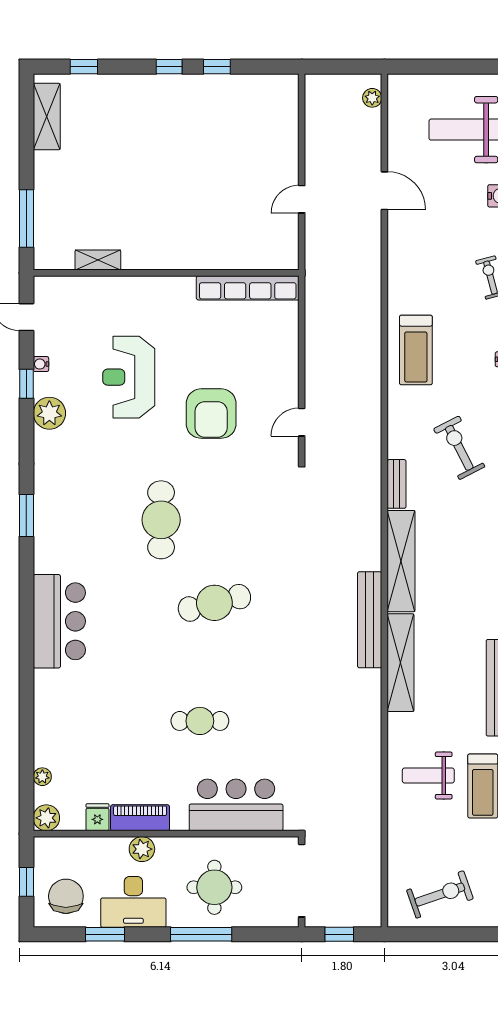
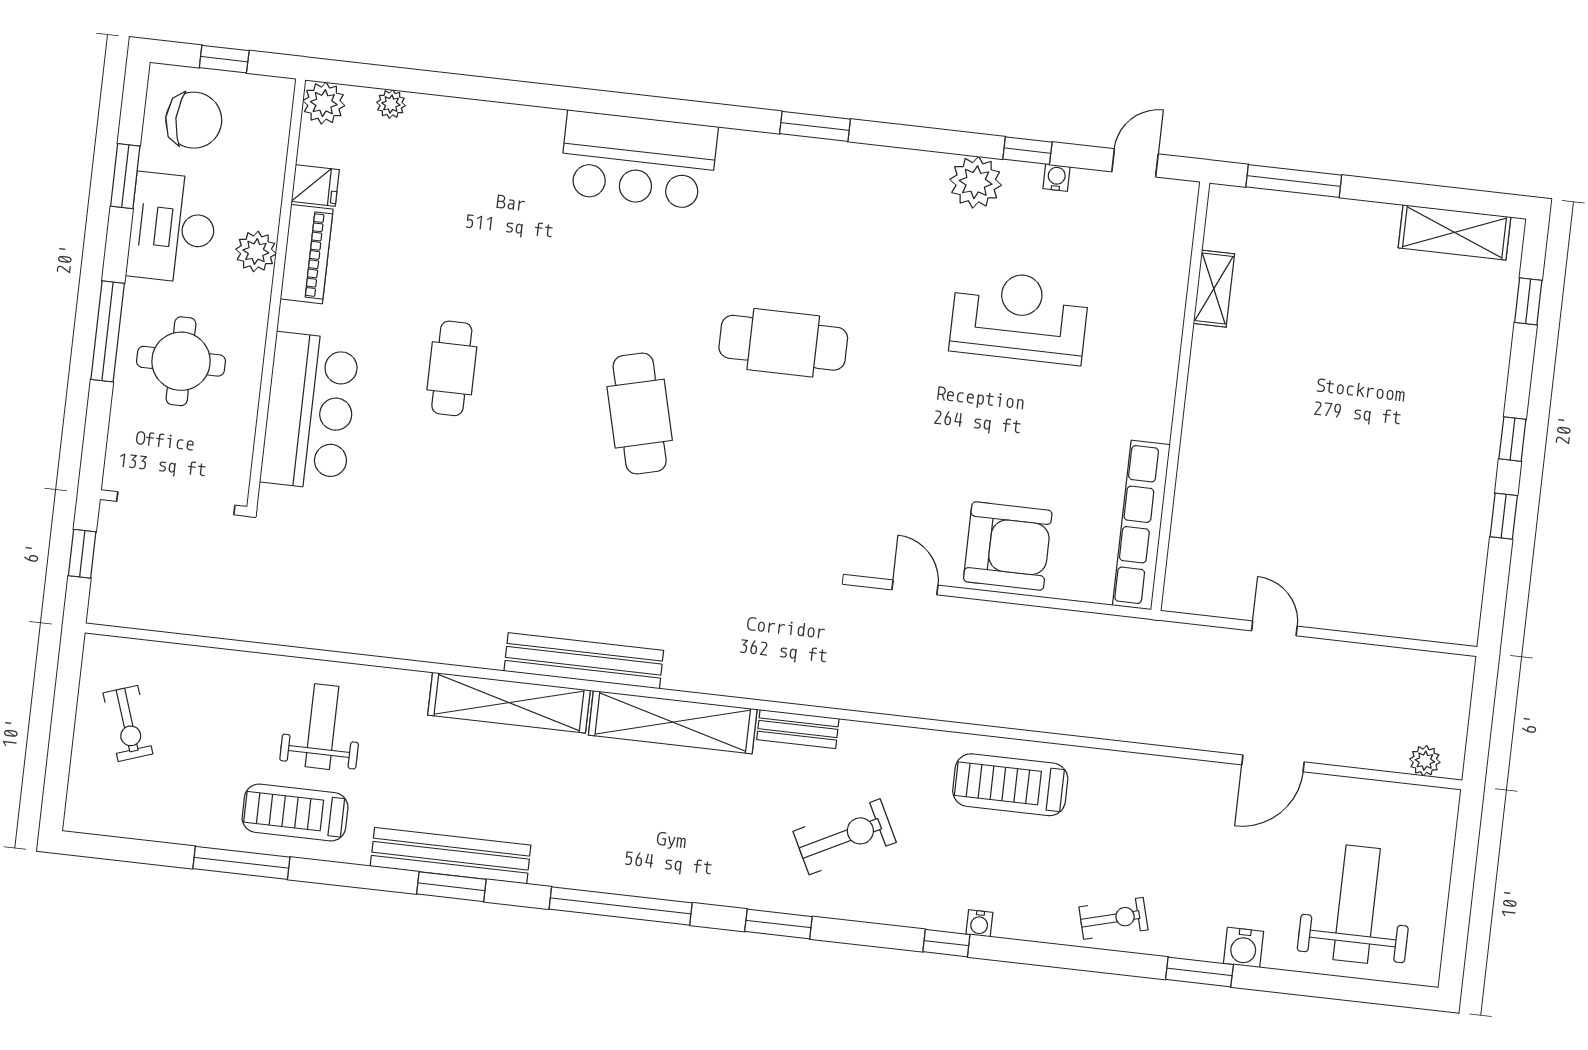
armchair: (211, 414) -> (1008, 546), moved, turned 180
exercise bike: (440, 894) -> (128, 723), width x0.73, depth x0.72

